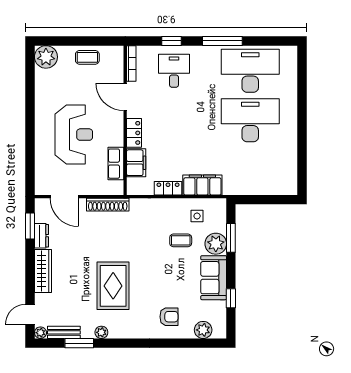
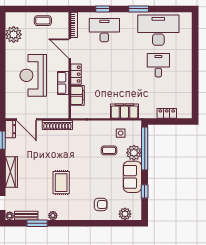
window: (222, 41) -> (139, 9), width x0.69
plant: (46, 57) -> (14, 34), moved
desk: (174, 71) -> (104, 30), width x1.37
desk: (250, 120) -> (158, 65), width x0.53, depth x0.77
reception desk: (74, 135) -> (33, 75), turned 180
row of seats: (116, 164) -> (63, 83), moved
locker: (168, 188) -> (167, 113), moved
dresser: (42, 236) -> (10, 129), moved
window: (231, 238) -> (145, 149), width x2.11
rug: (113, 286) -> (61, 183), width x0.73, depth x0.70

